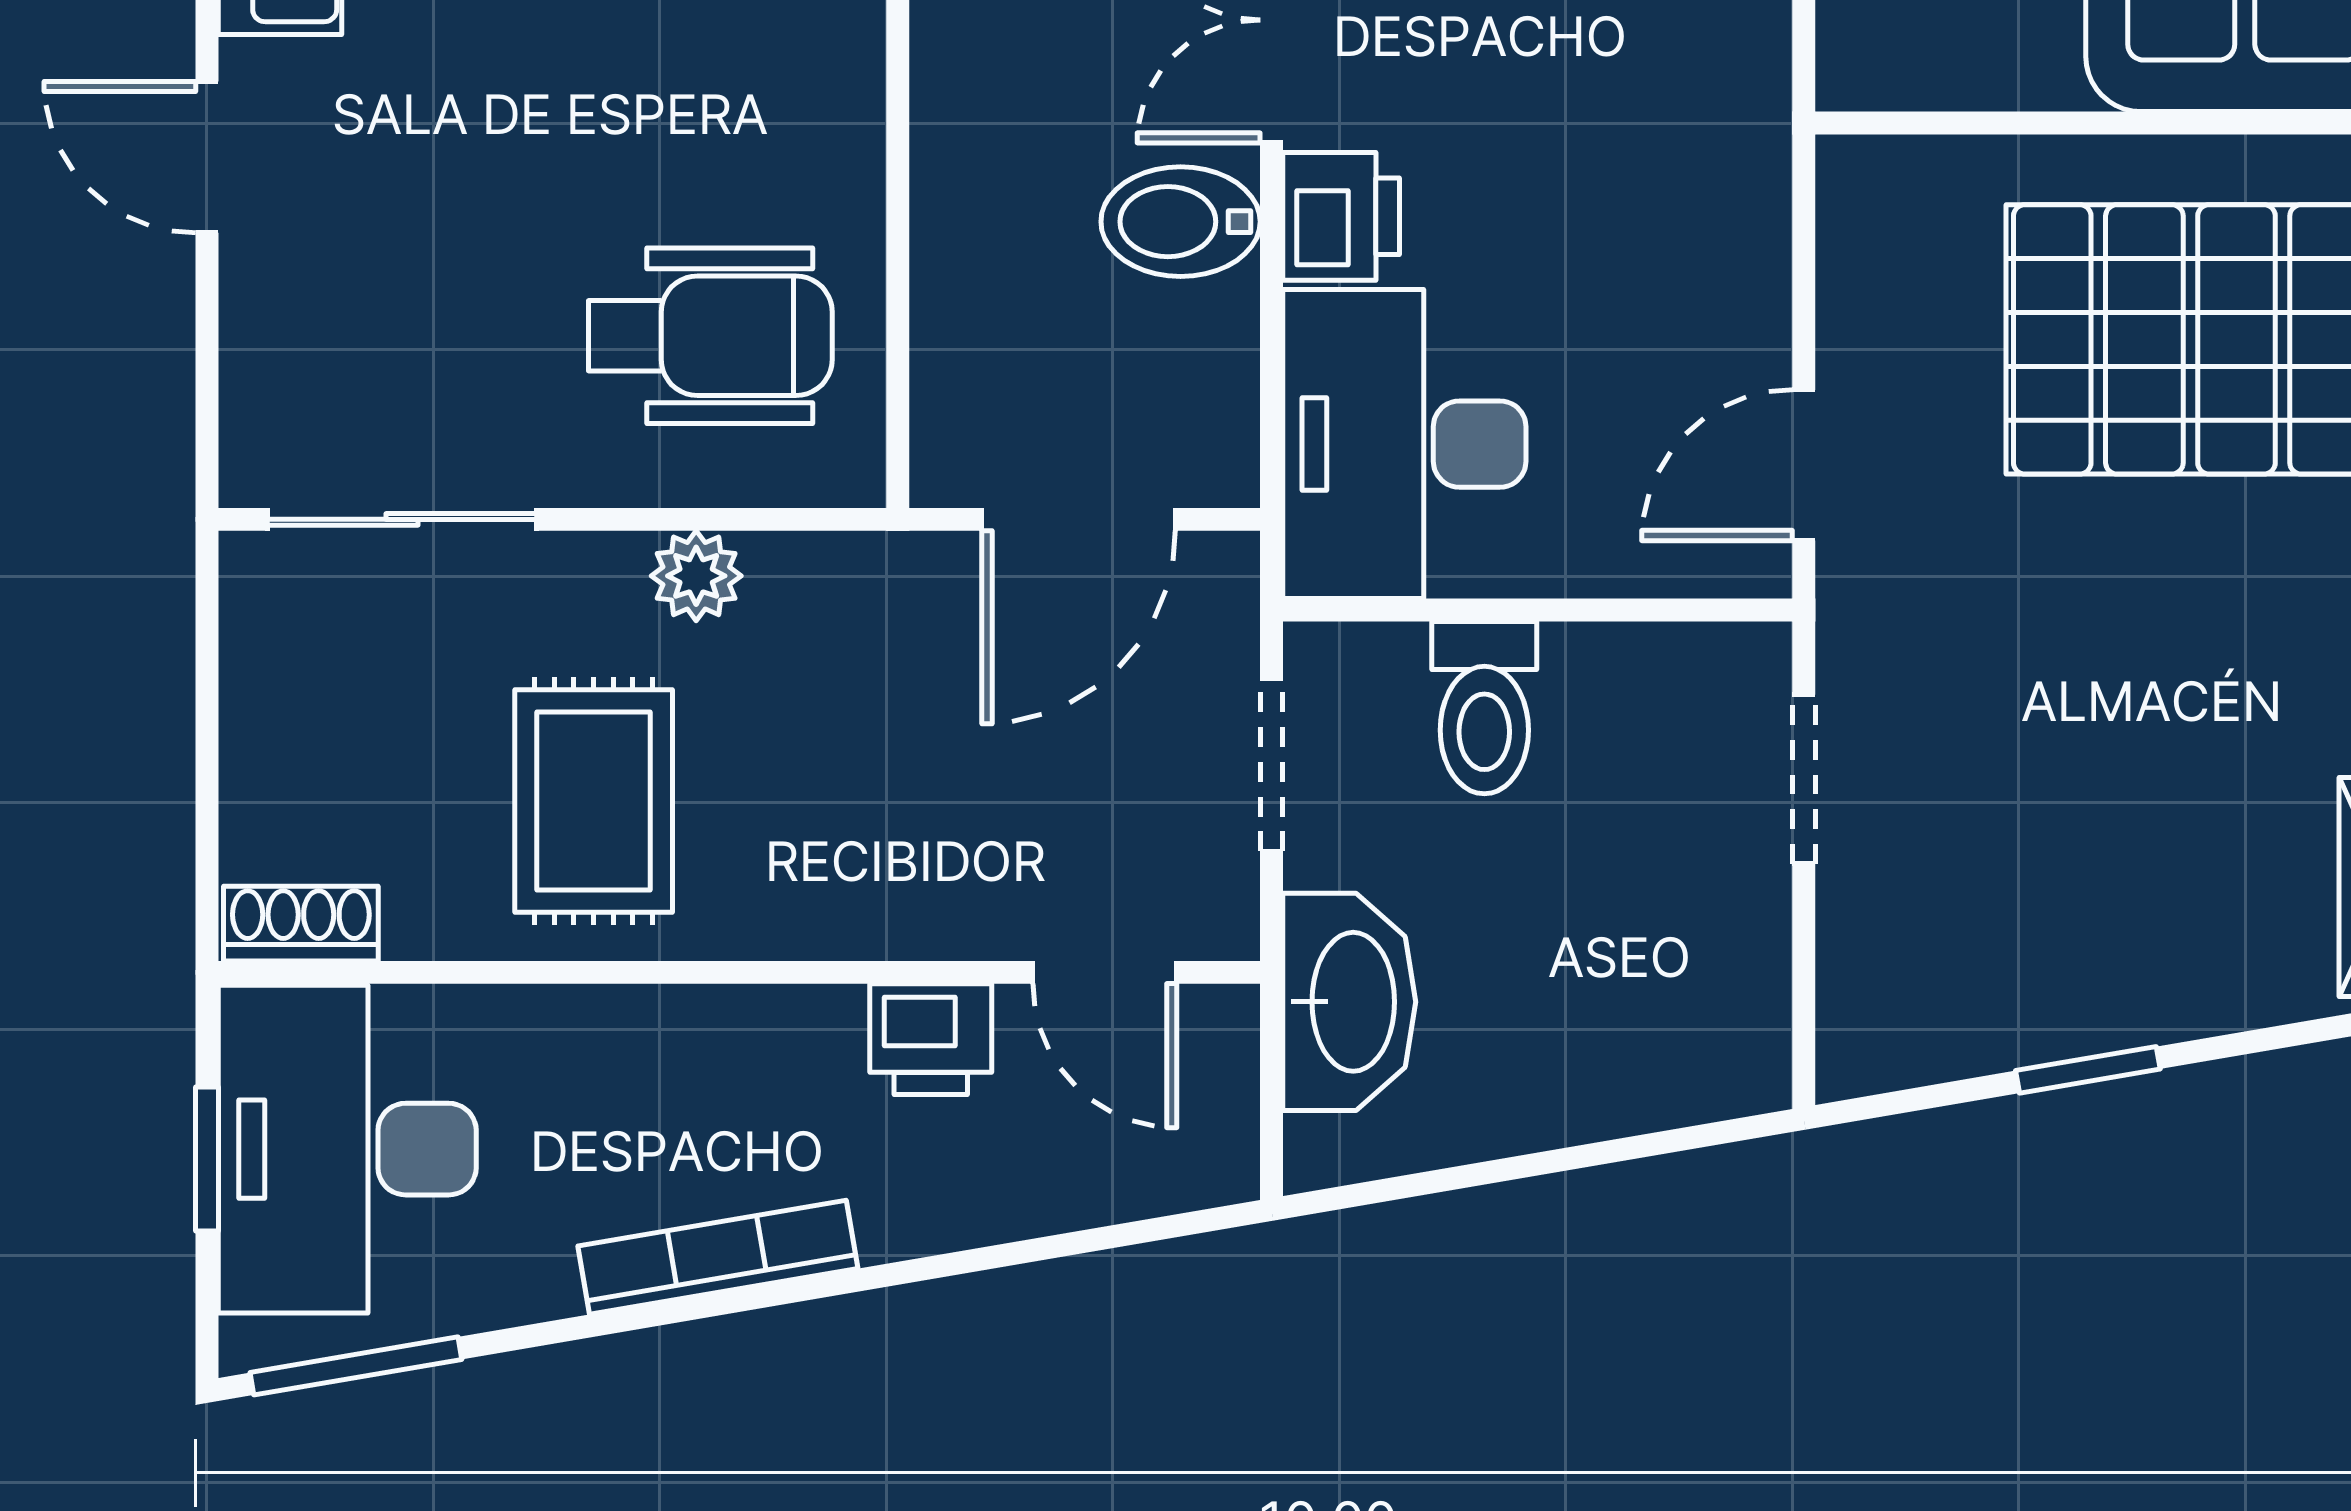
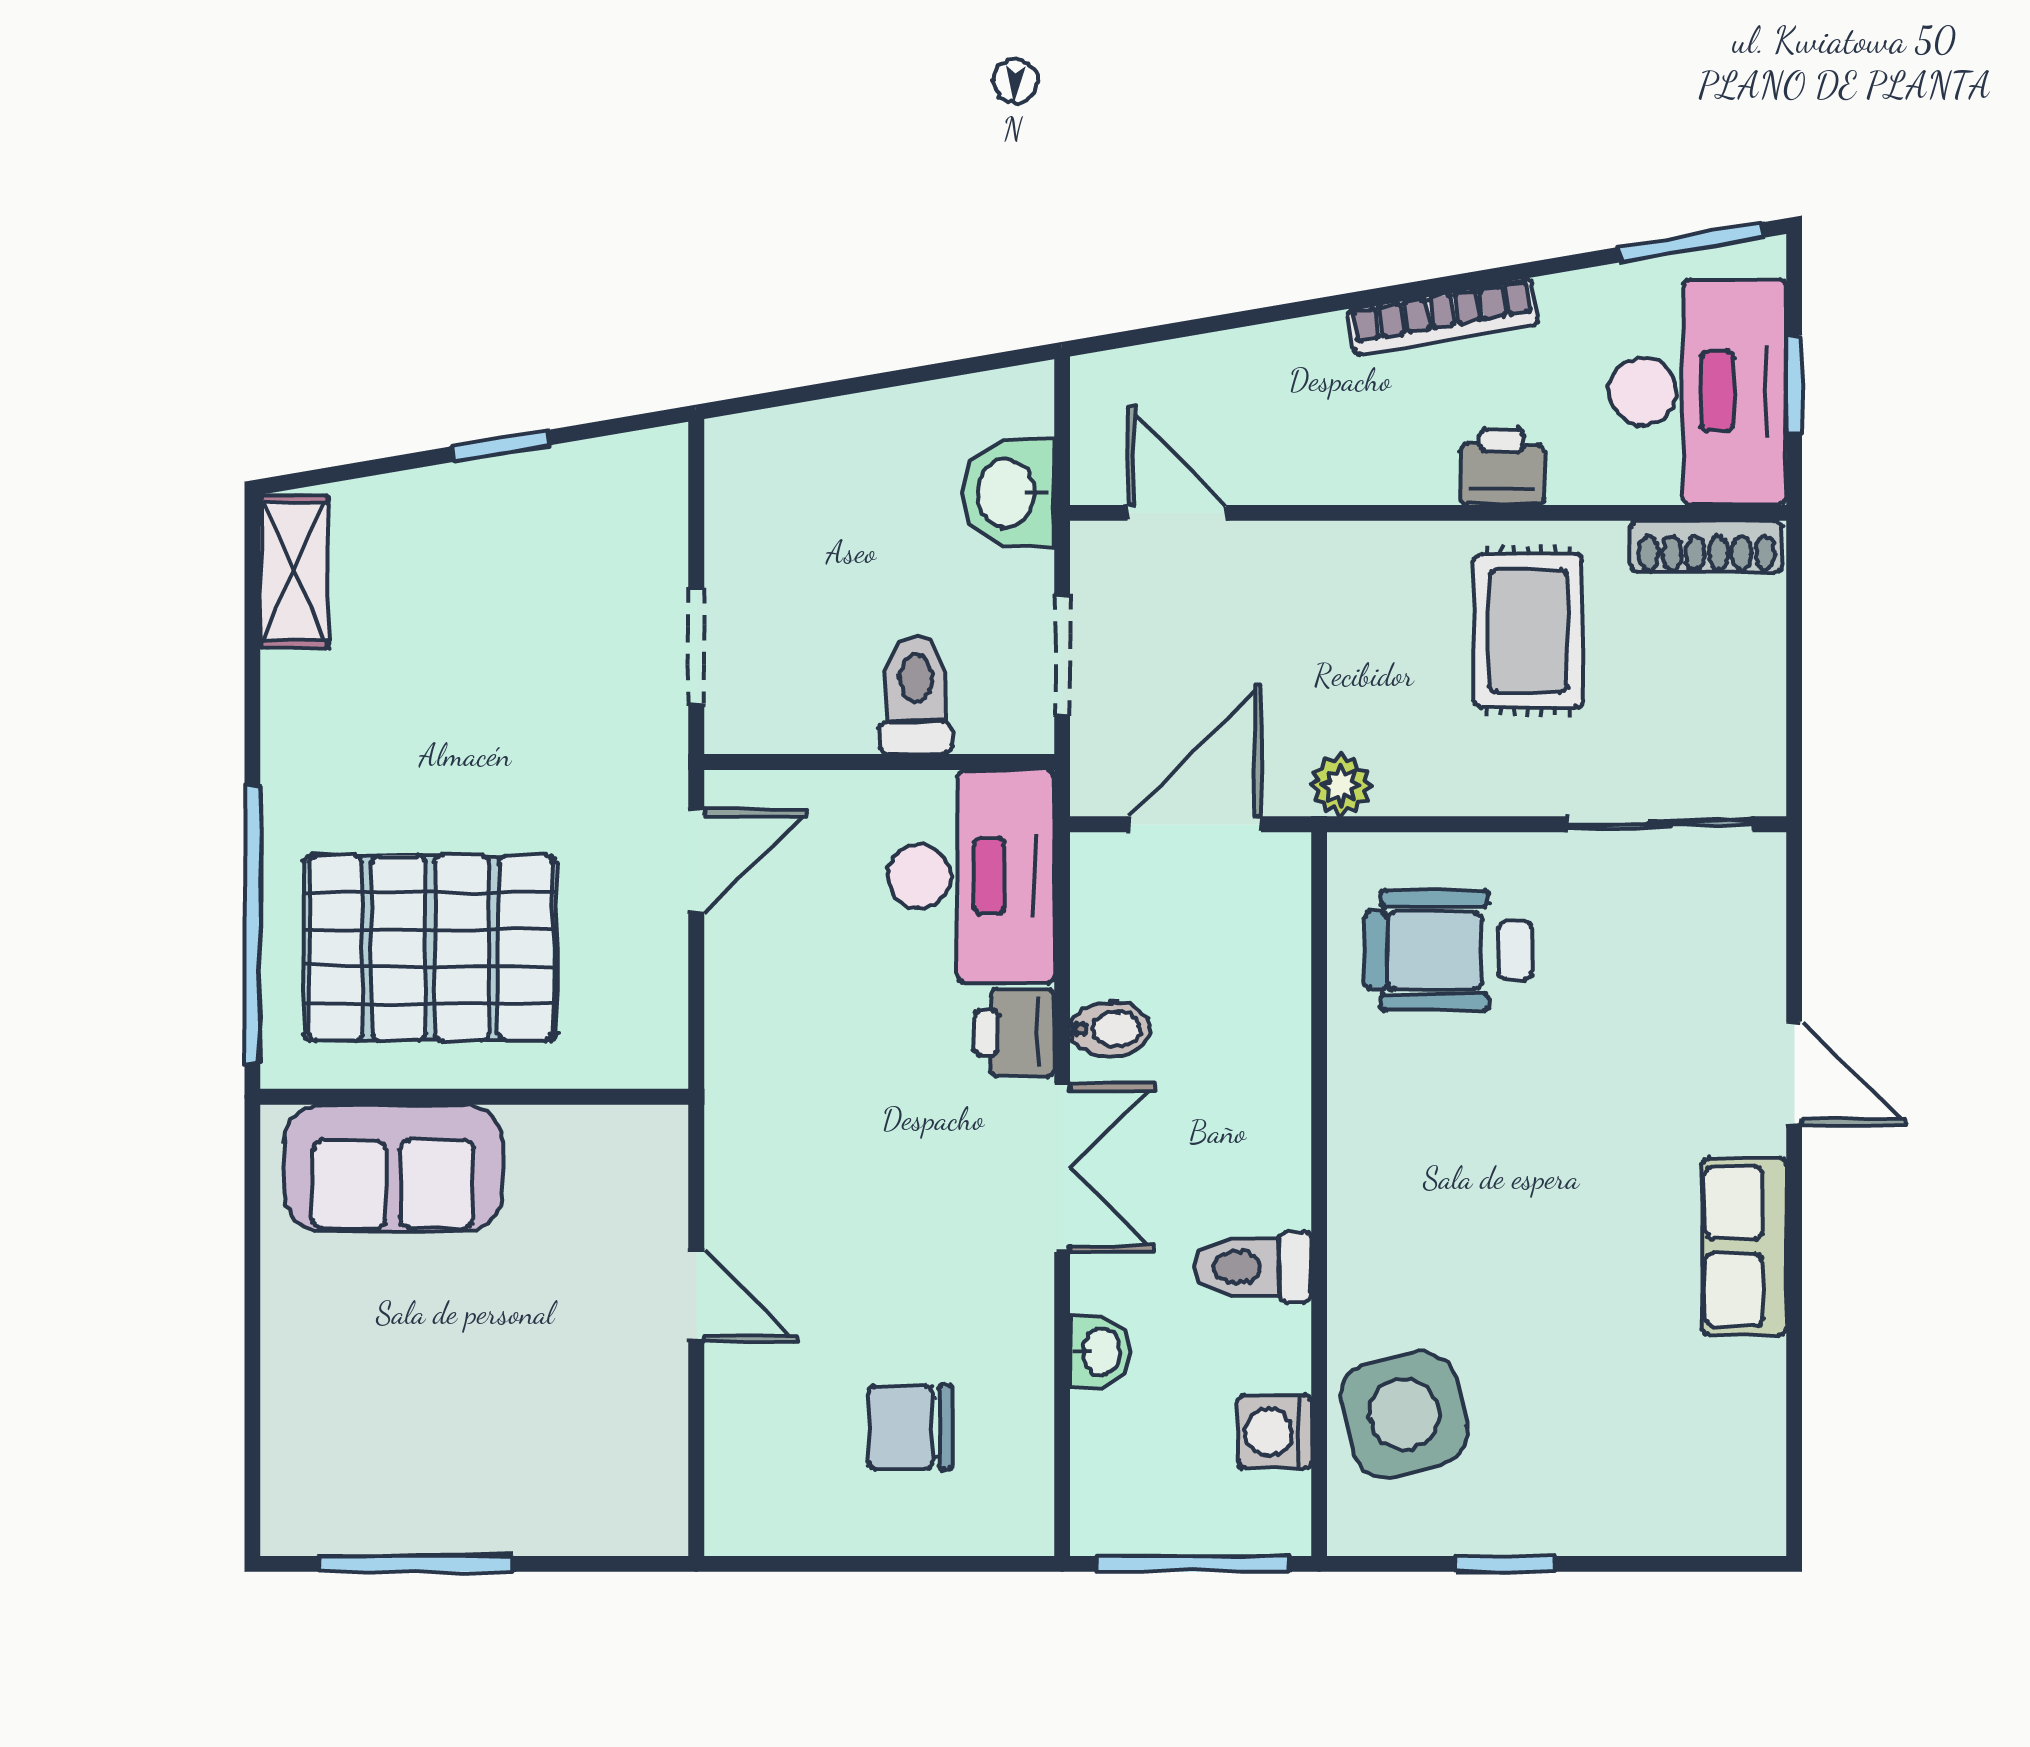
bidet: (1181, 222) -> (1110, 1029), width x0.72, depth x0.74
plant: (696, 576) -> (1341, 785), moved
shoe rack: (301, 924) -> (1707, 546), width x1.43
washbasin: (1349, 1002) -> (1009, 493), width x0.72
printer: (931, 1039) -> (1502, 467), moved

